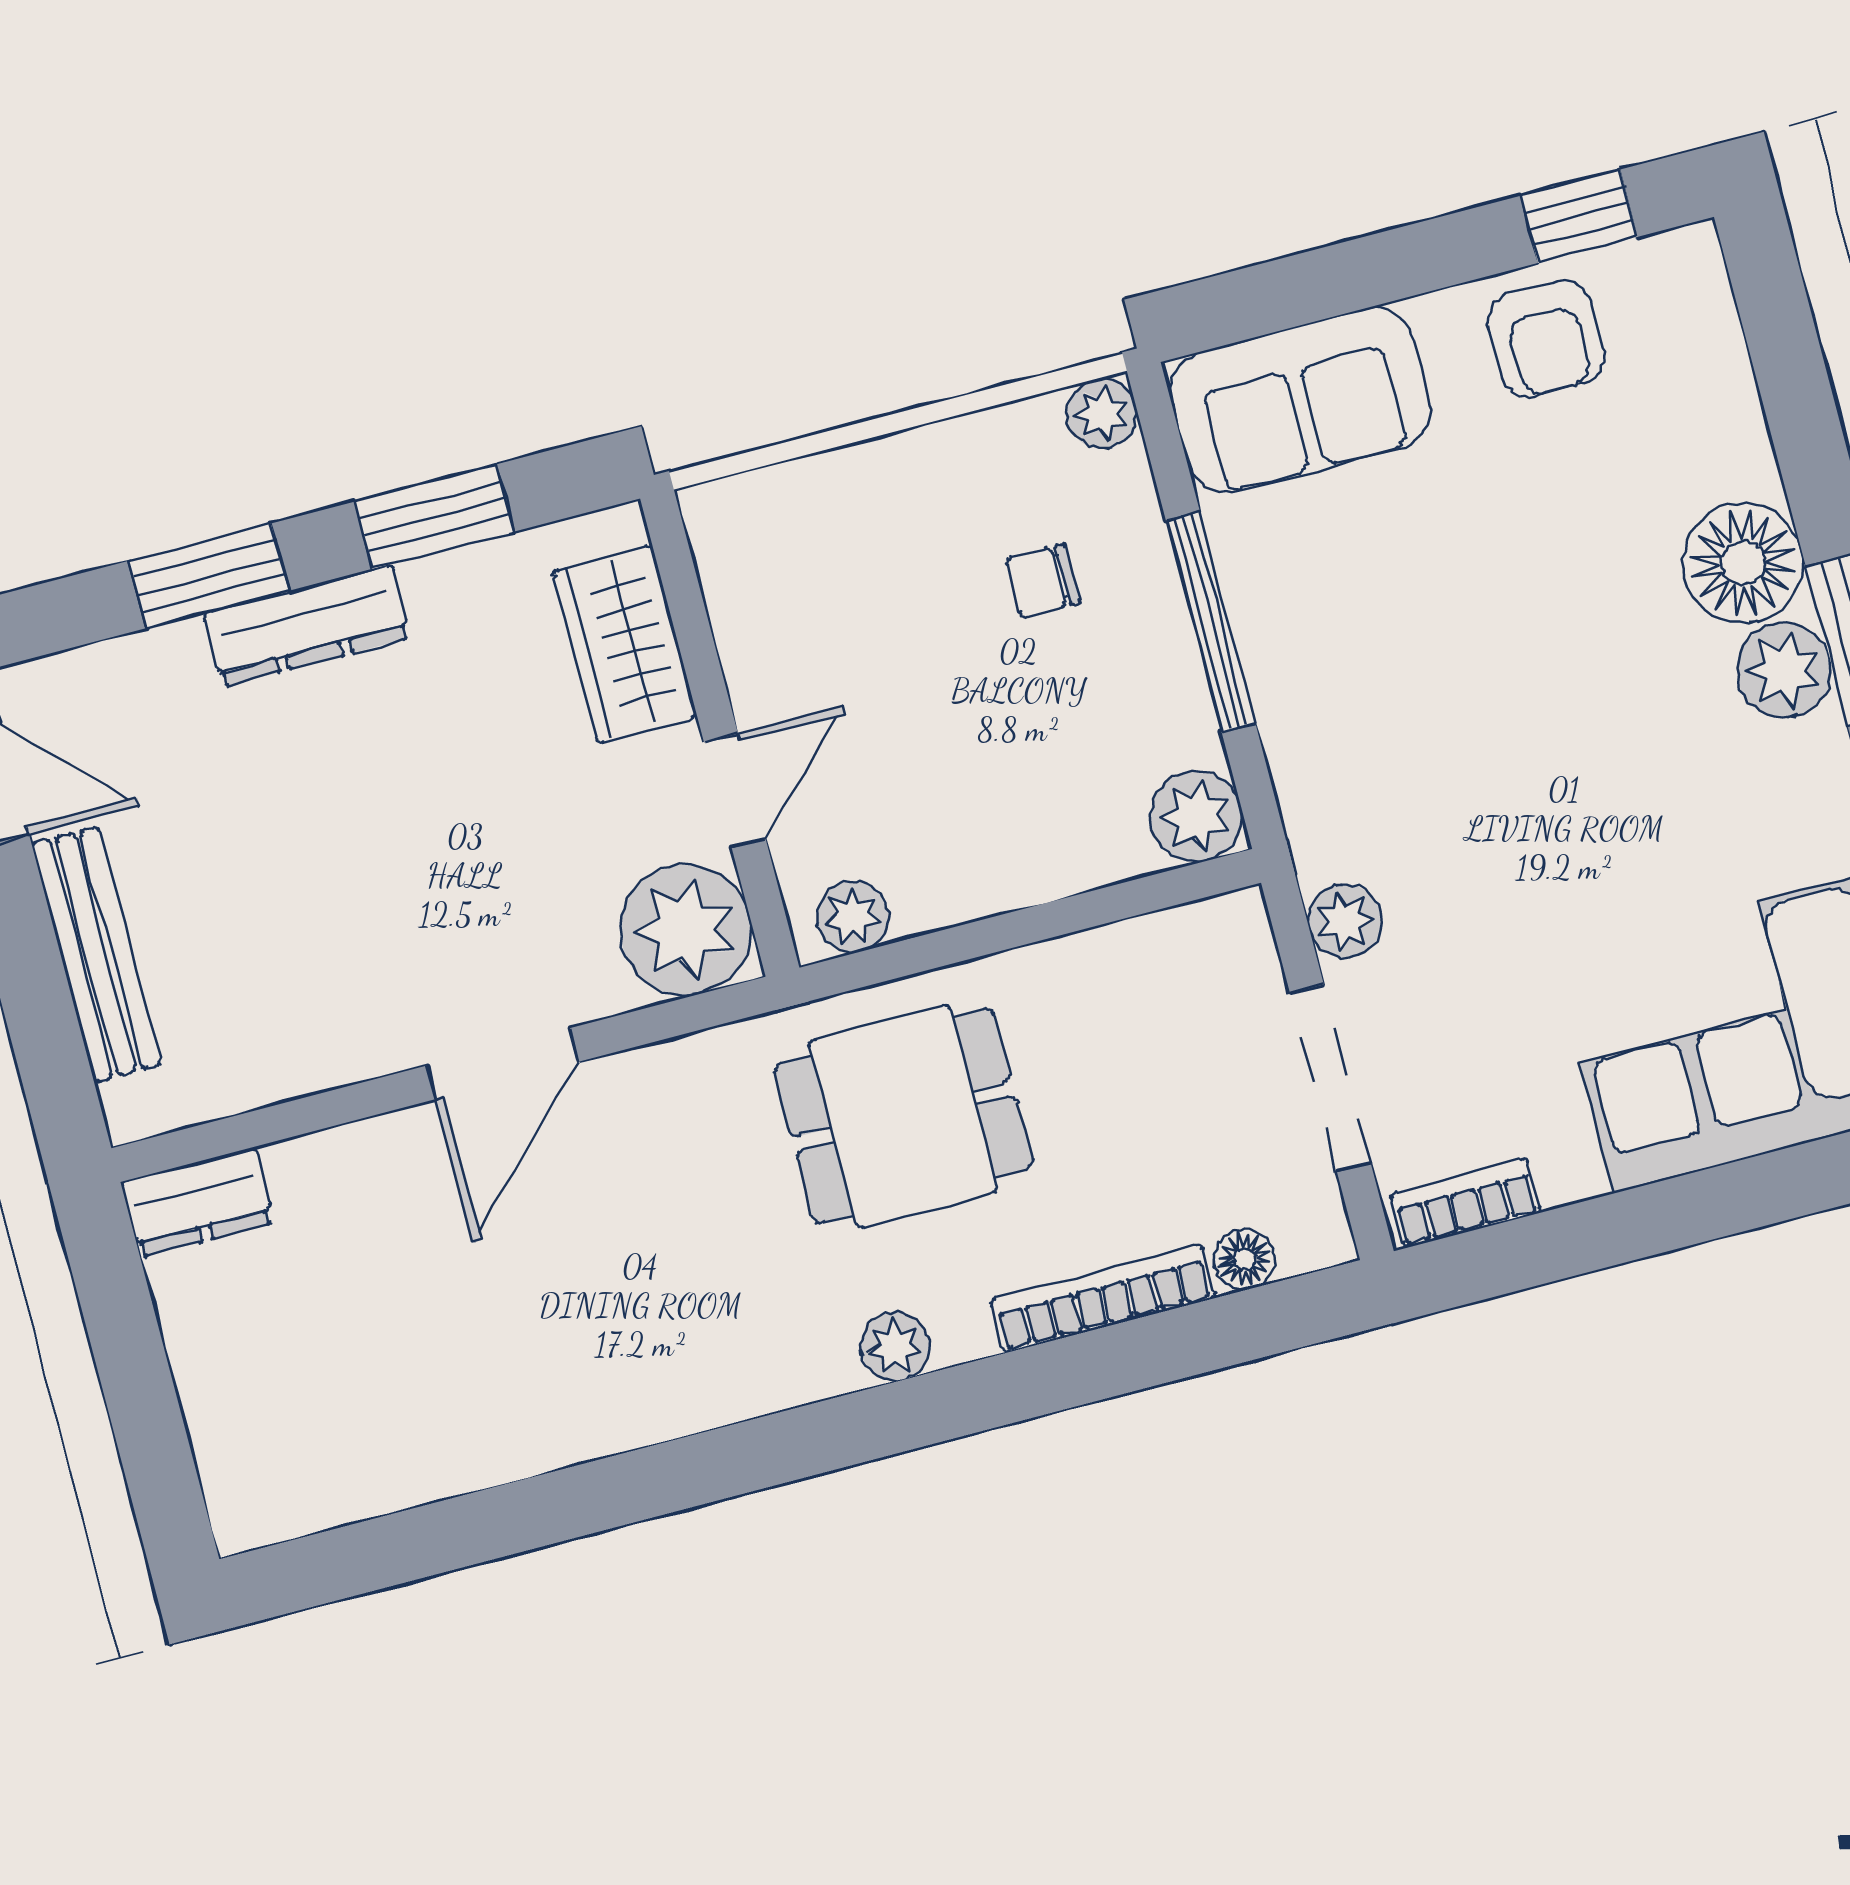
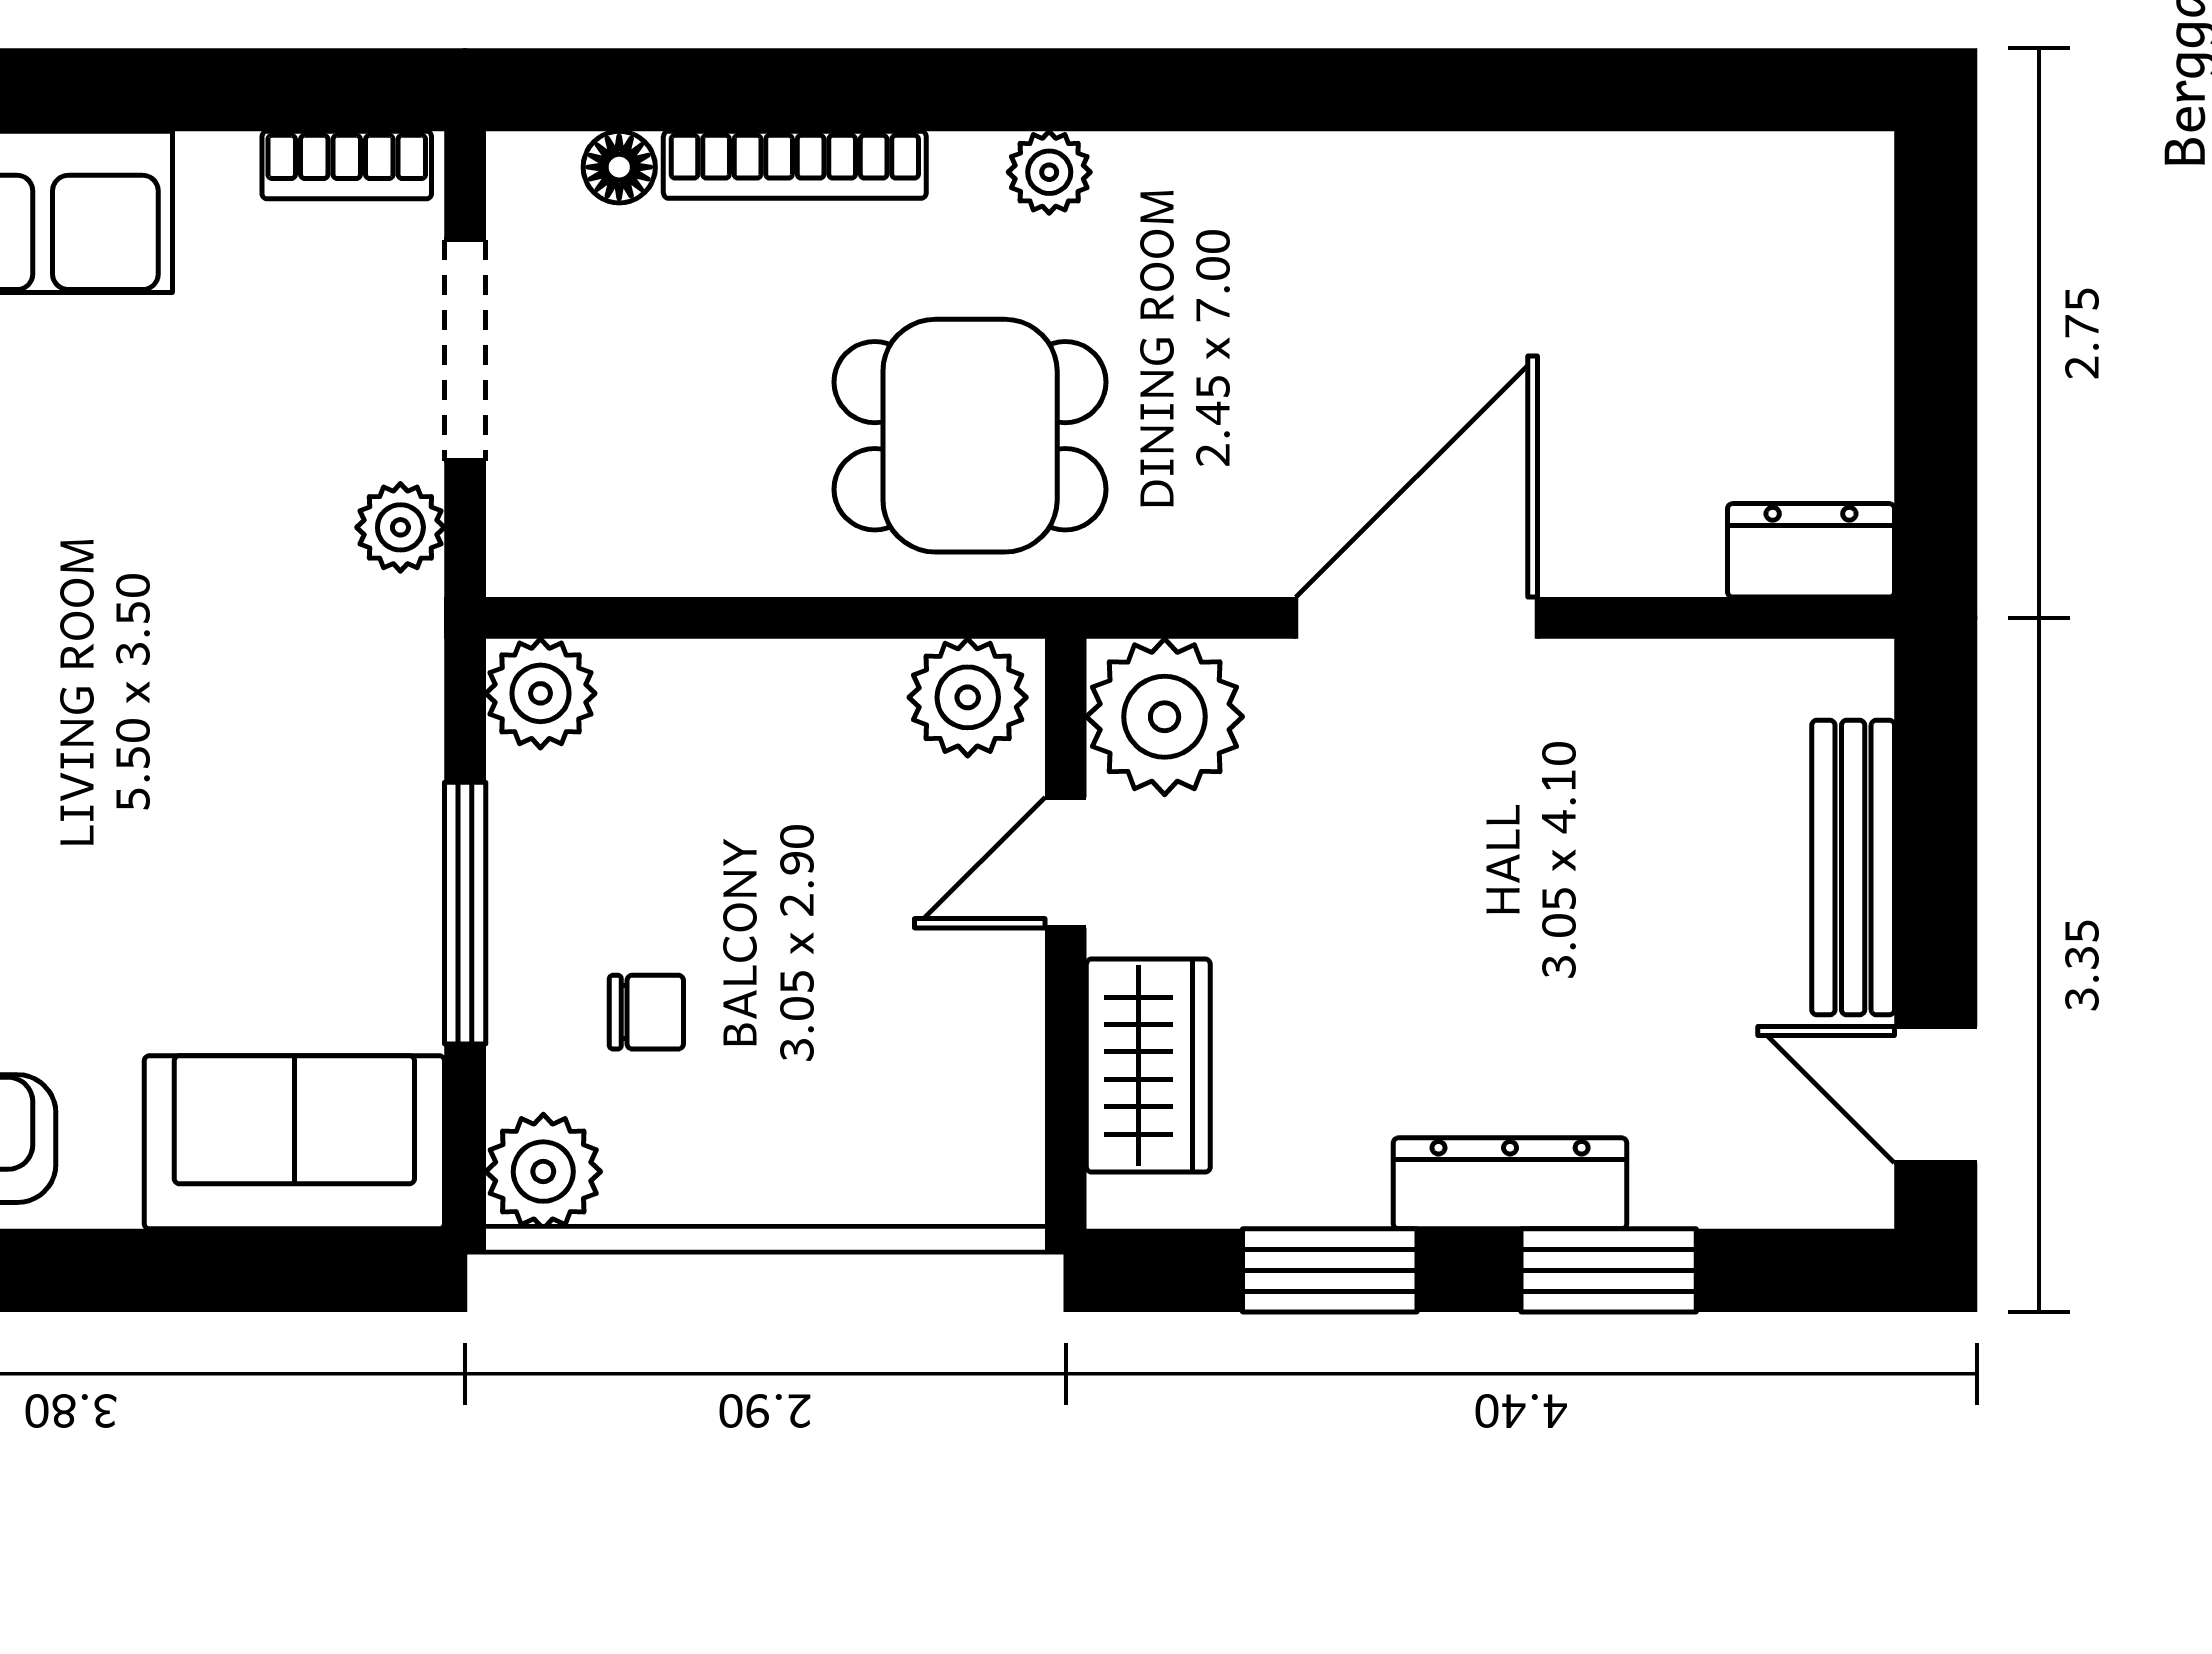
plant: (1102, 414) -> (543, 1172), width x1.38, depth x1.38
plant: (853, 917) -> (968, 697), width x1.38, depth x1.38
door: (503, 1064) -> (1417, 618), width x1.36

